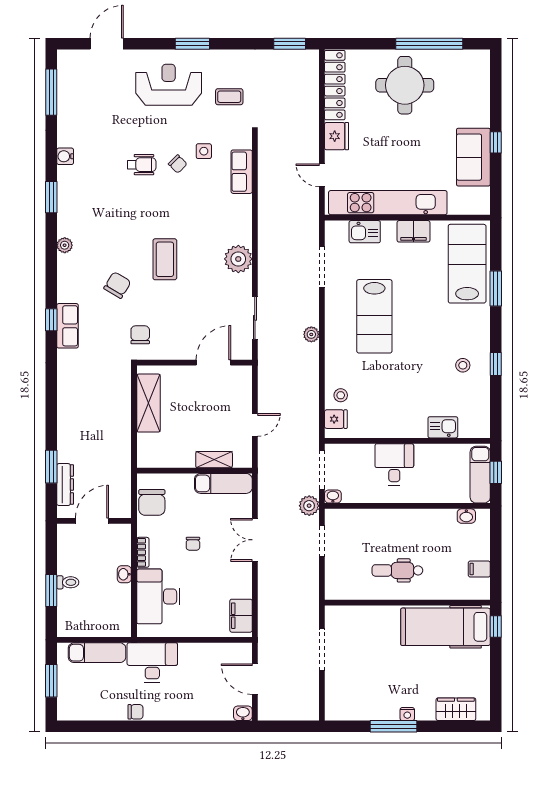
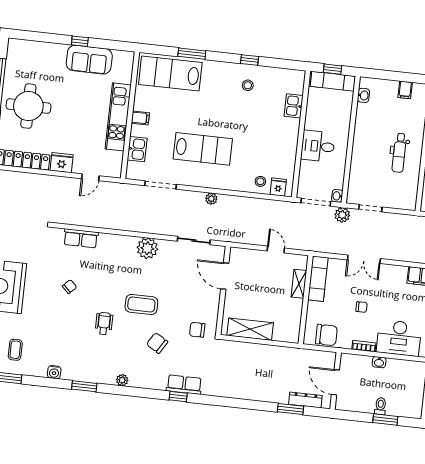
coffee table: (229, 97) -> (15, 350), moved
side table: (204, 151) -> (62, 266), removed
wheelchair: (142, 165) -> (104, 323), moved
kitchen unit: (388, 203) -> (118, 117), width x0.73
filing cabinet: (414, 231) -> (140, 118), width x0.50

